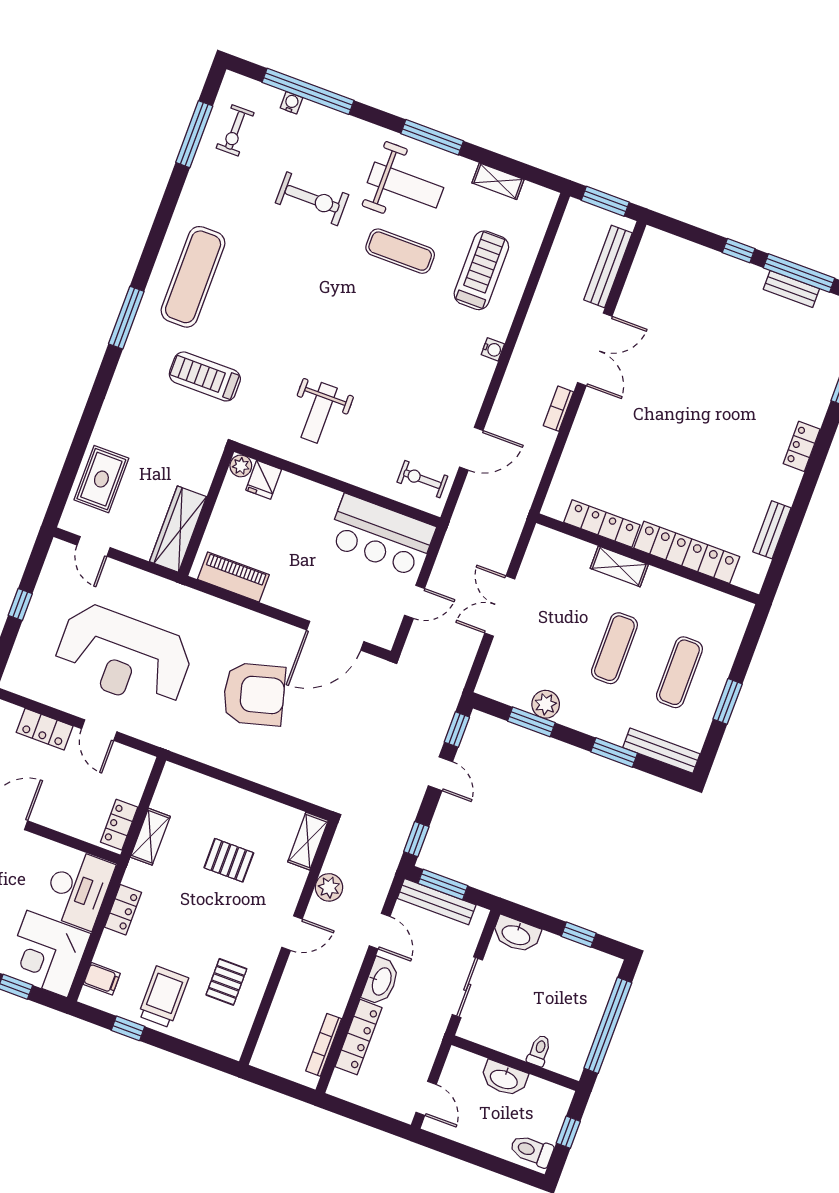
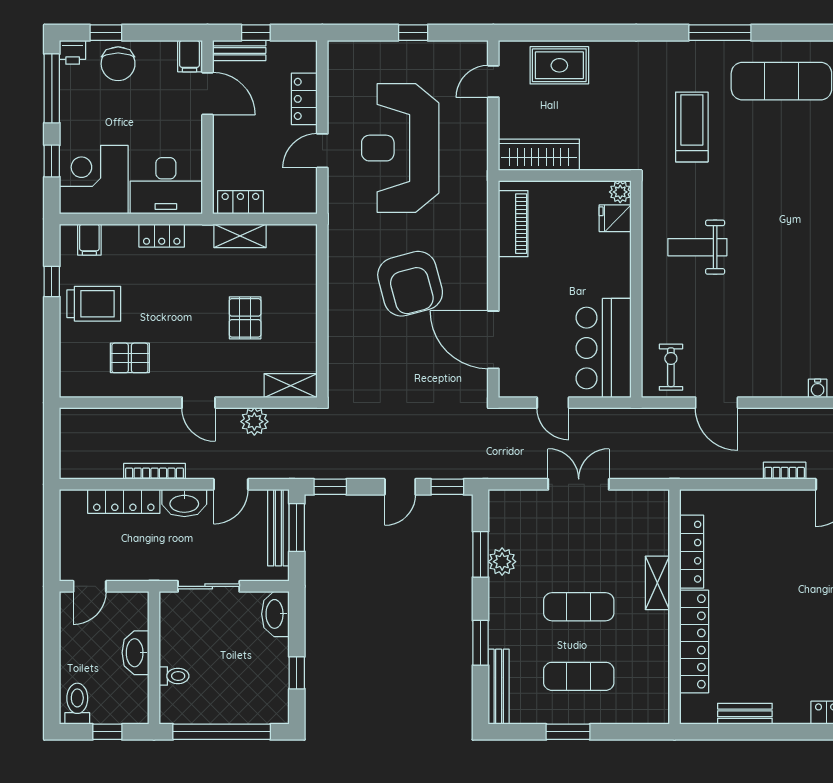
bookcase: (324, 1045) -> (155, 471), moved

